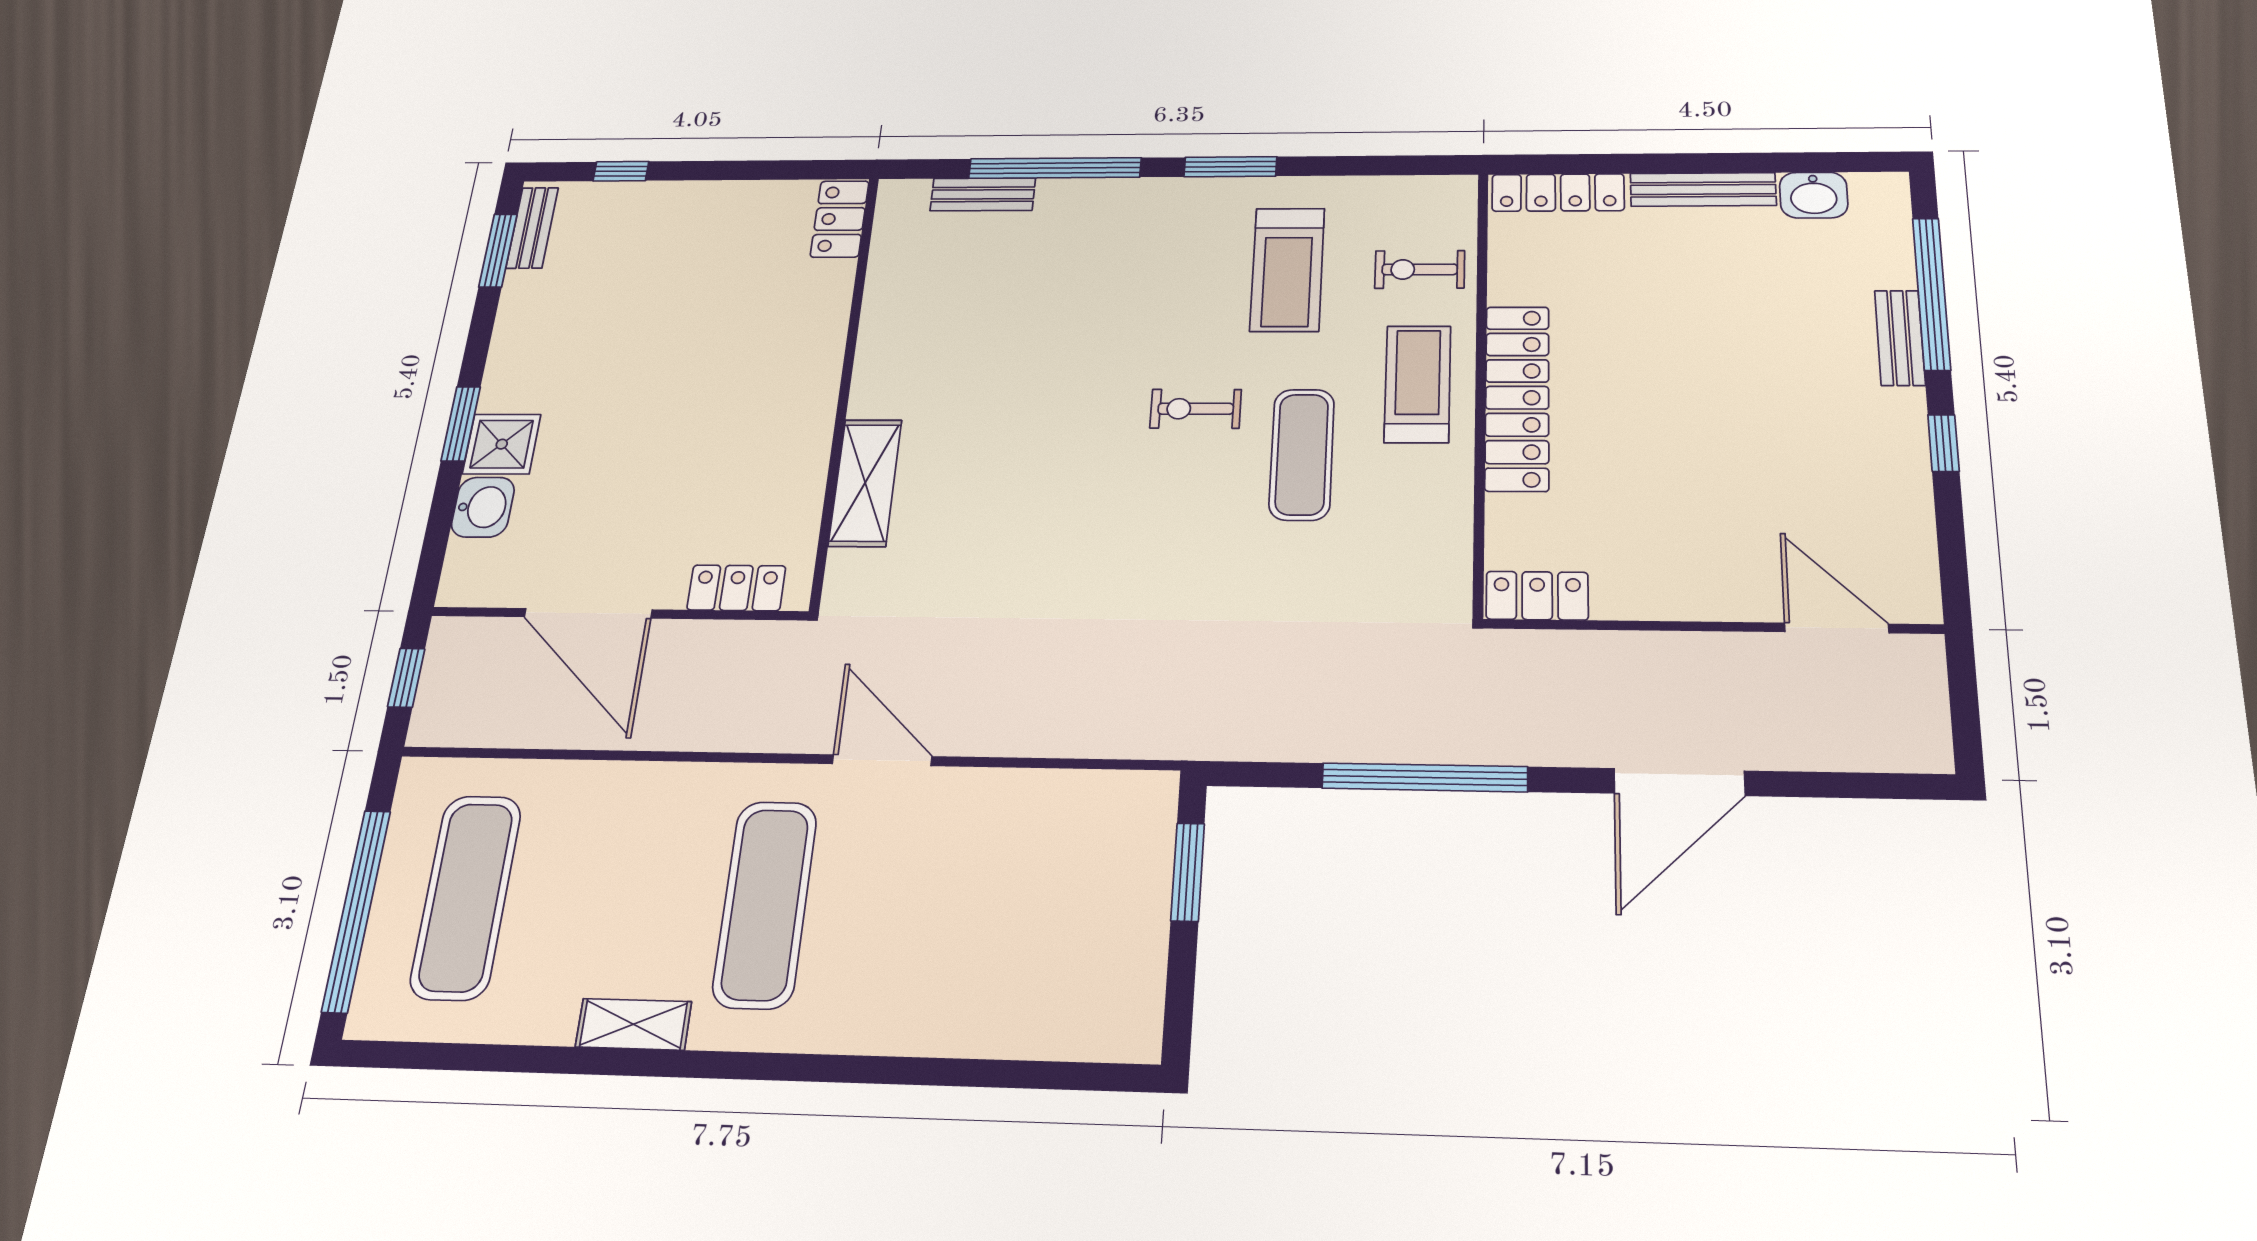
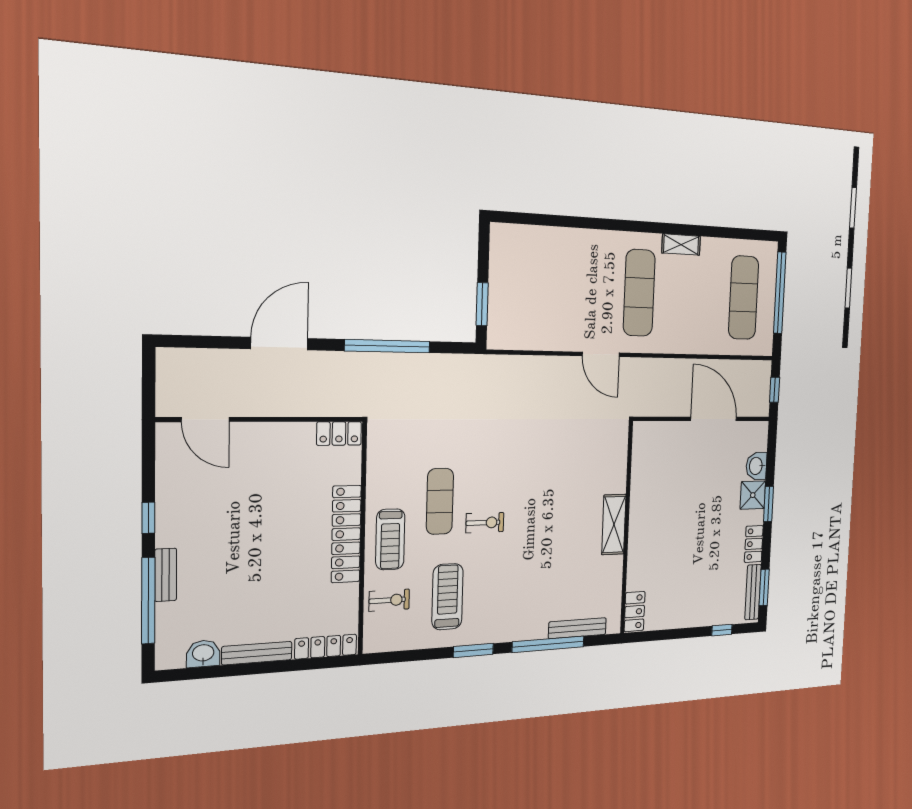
bench: (983, 194) -> (577, 628), width x1.36
bench: (532, 228) -> (753, 592), width x1.36
shelving: (865, 483) -> (614, 525), moved
locker: (736, 588) -> (754, 544), moved, turned 90

